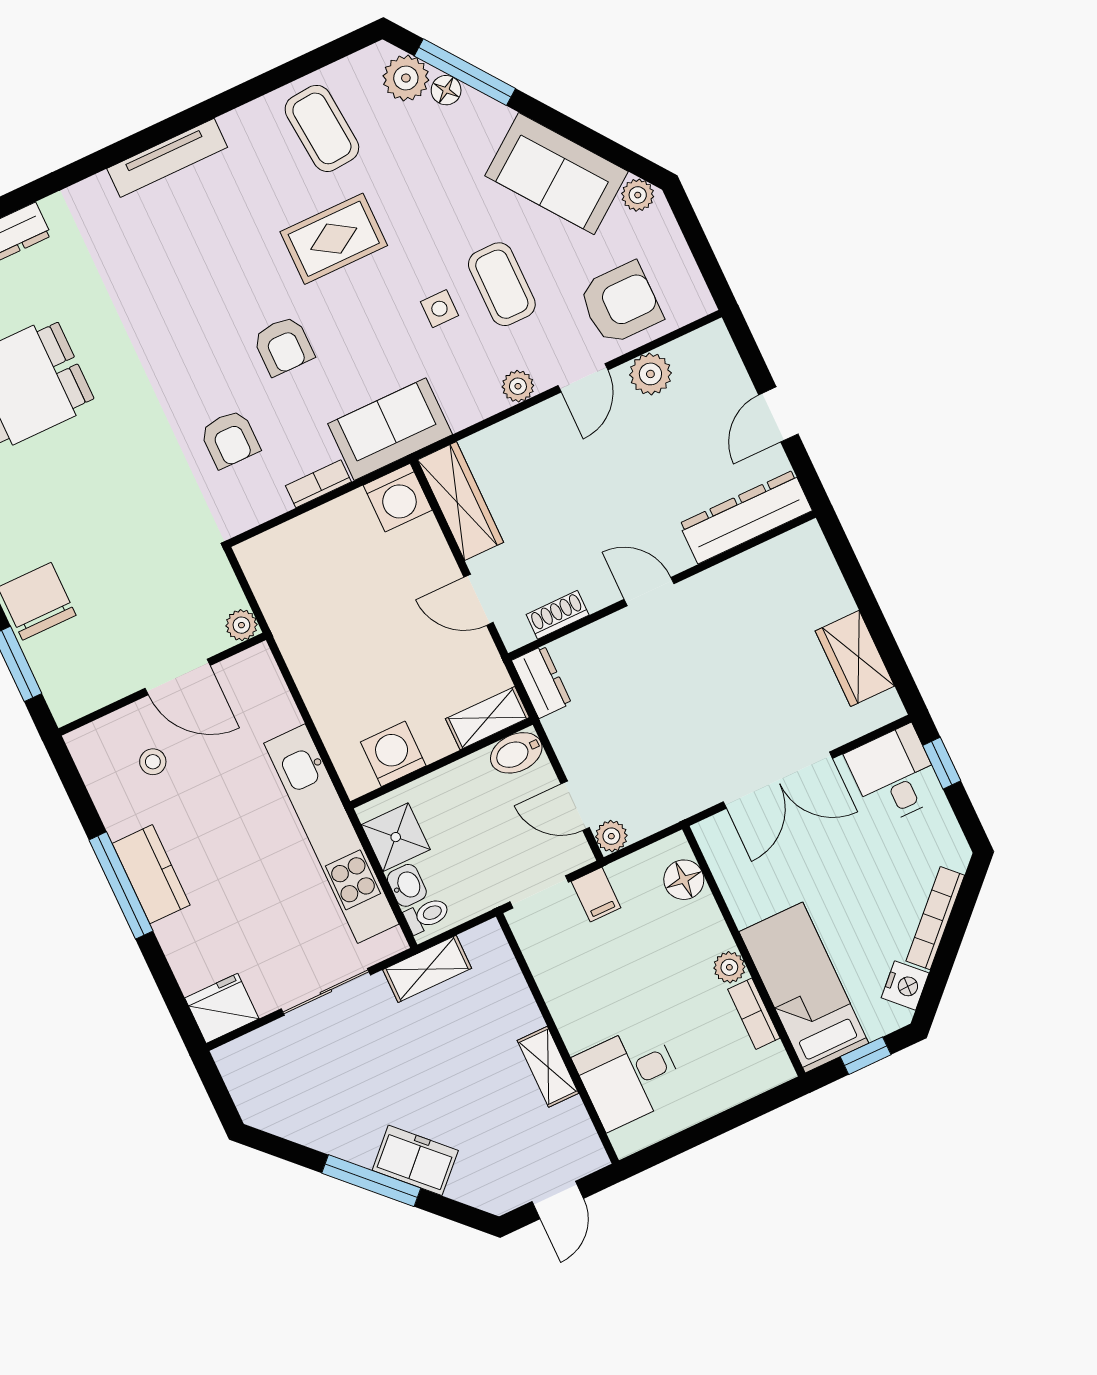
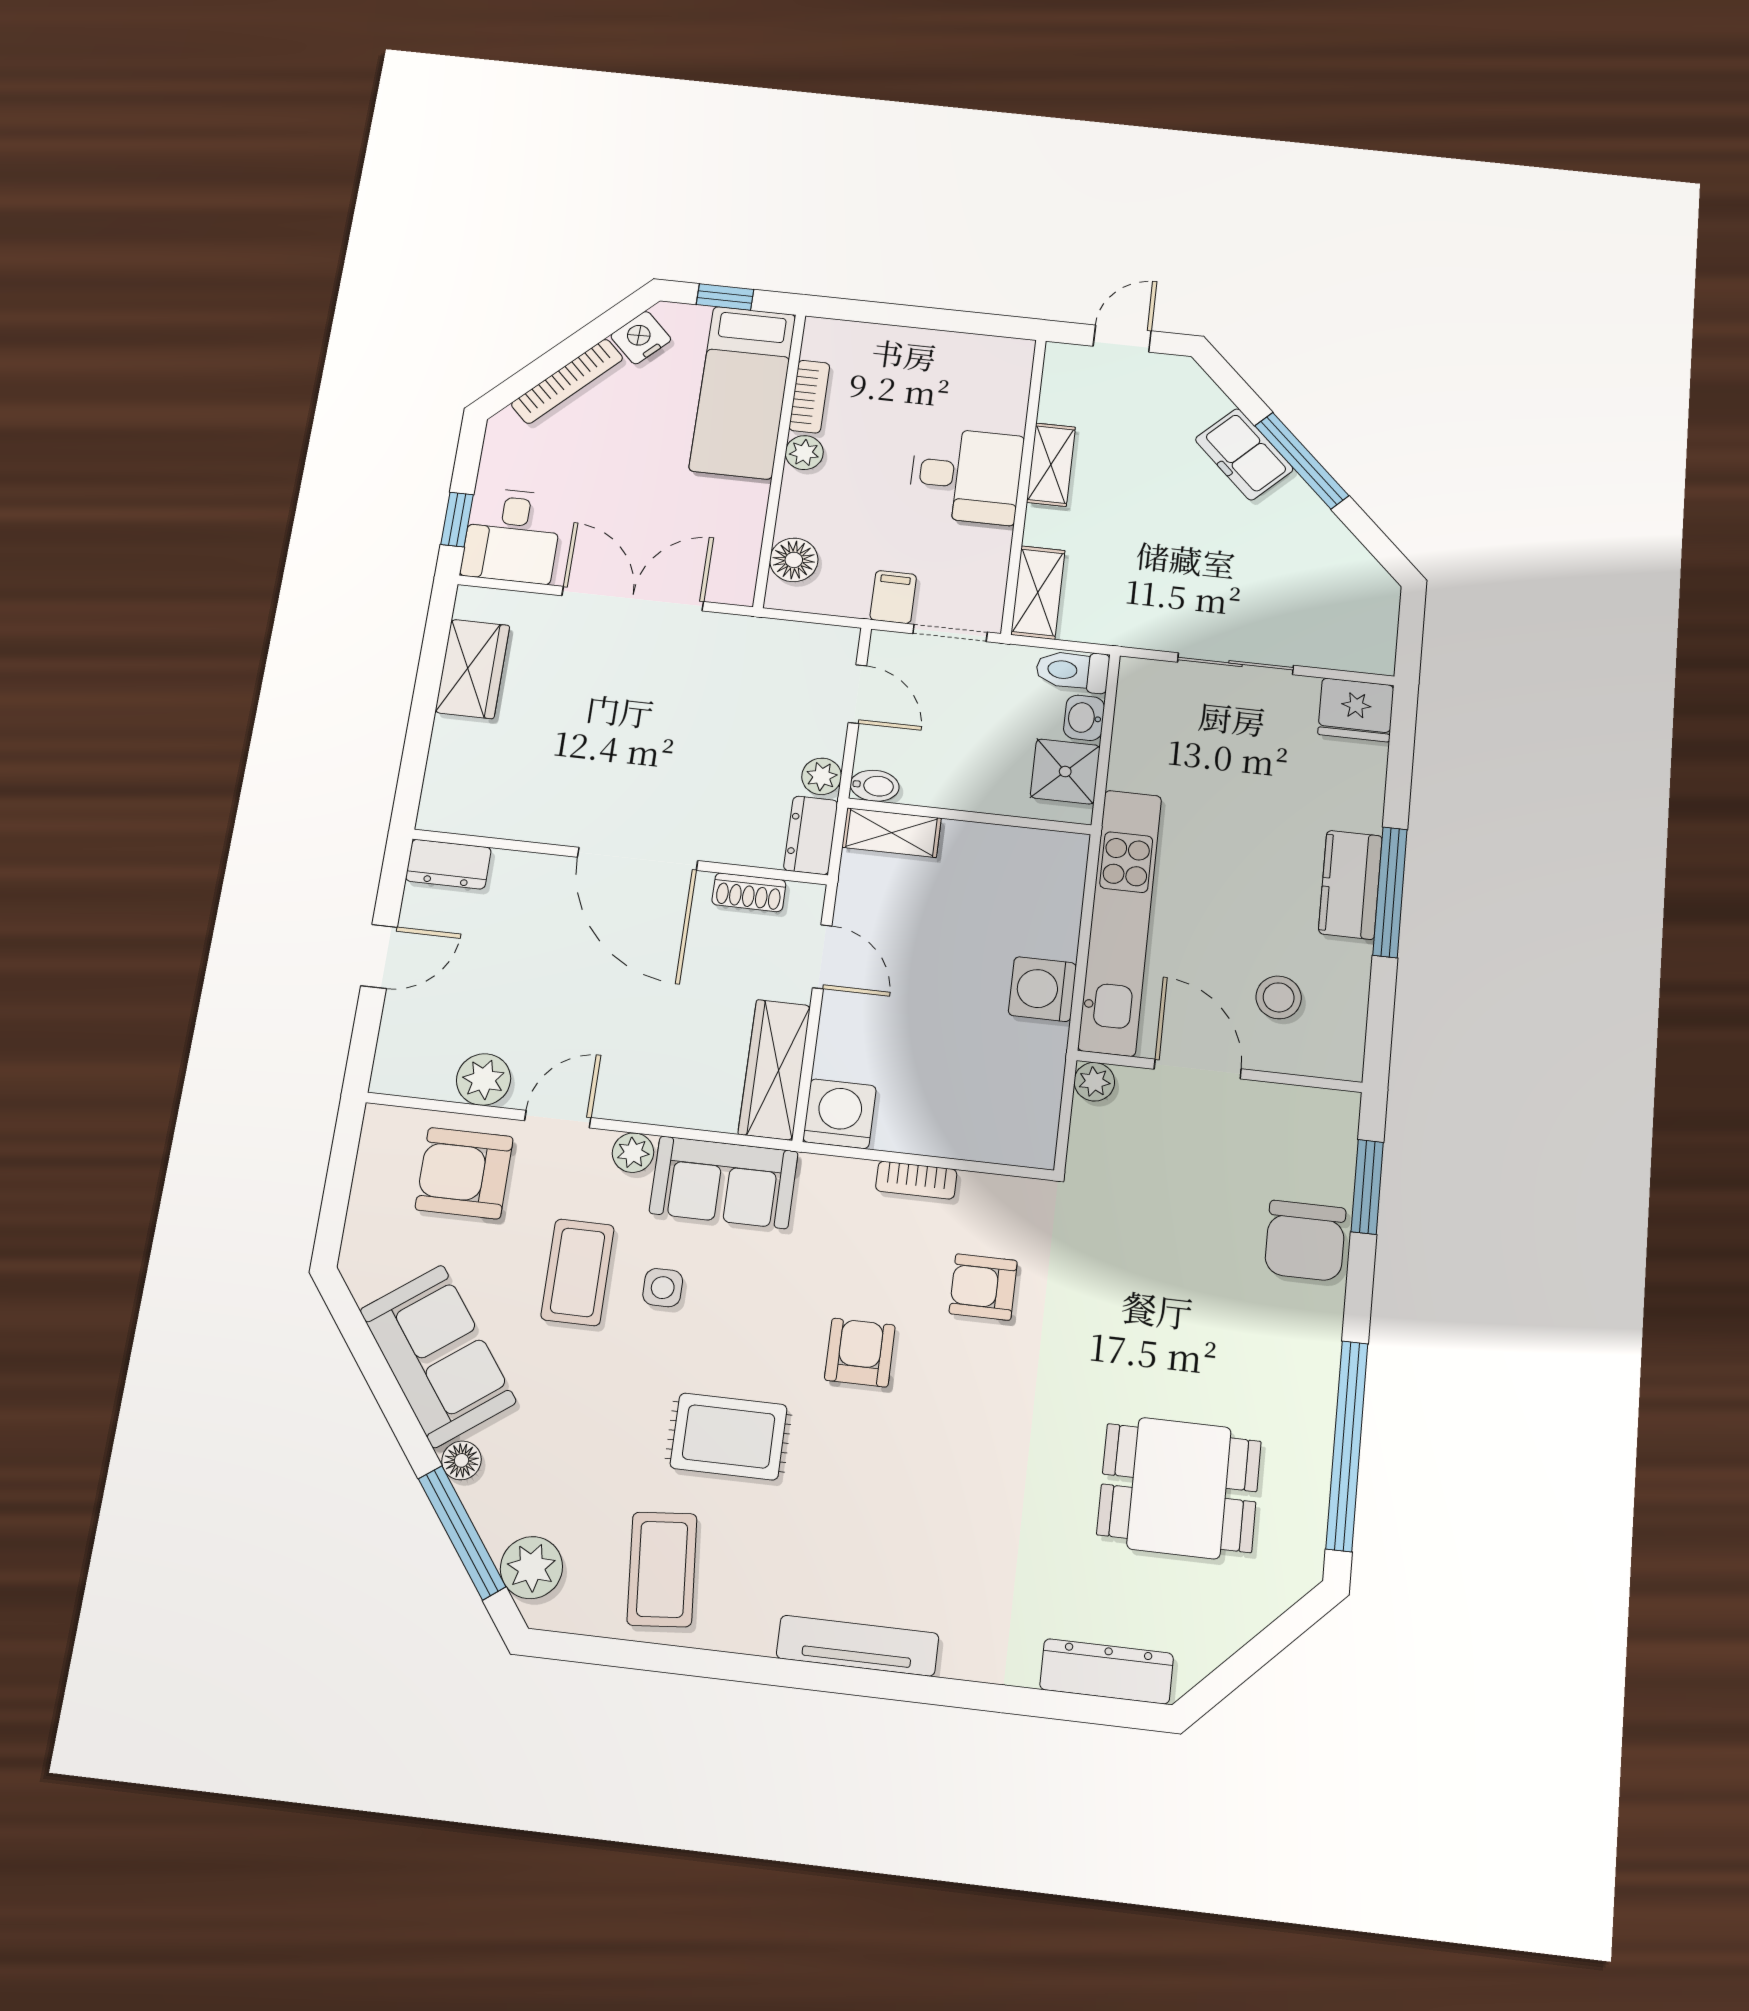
floor lamp: (446, 90) -> (461, 1460), moved
plant: (638, 195) -> (367, 1278), removed
sofa: (390, 429) -> (724, 1182), moved
armchair: (230, 439) -> (983, 1287), turned -90
dresser: (746, 517) -> (448, 864), width x0.51, depth x0.80
door: (649, 592) -> (638, 859), width x1.88
bidet: (516, 753) -> (875, 786), width x0.72, depth x0.74
washing machine: (393, 754) -> (1042, 989), moved, turned 90
stool: (153, 762) -> (1279, 997), width x1.37, depth x1.37
kitchen unit: (331, 834) -> (1120, 922), moved
plant: (611, 836) -> (822, 776), moved
toilet: (427, 915) -> (1072, 671), width x1.37, depth x1.39
shelving: (427, 969) -> (1038, 593), moved, turned 90
desk: (629, 1076) -> (966, 476), moved

